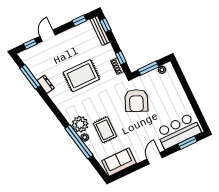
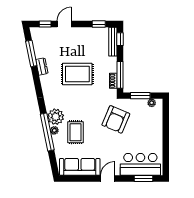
window: (121, 58) -> (120, 75), width x2.17
sofa: (119, 162) -> (80, 167), width x1.36

